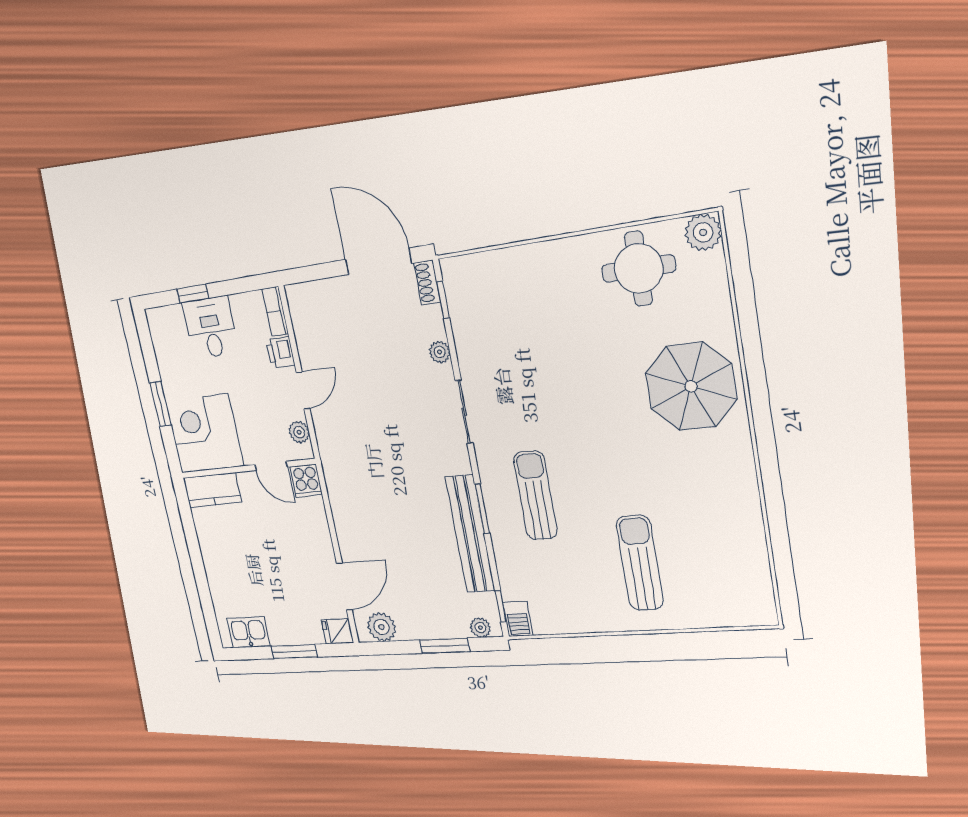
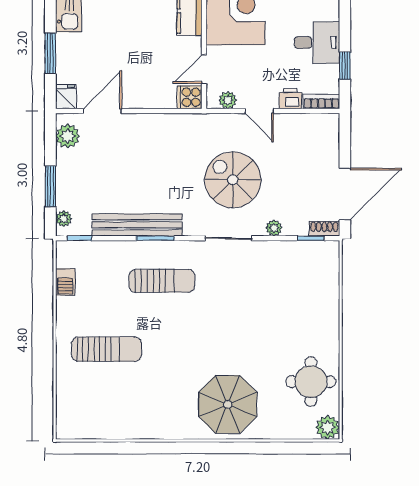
window: (193, 294) -> (345, 66), moved
spiral stairs: (391, 415) -> (233, 180), added
door: (344, 586) -> (102, 111), swing flipped
barbecue: (518, 619) -> (65, 282), moved, turned -90

